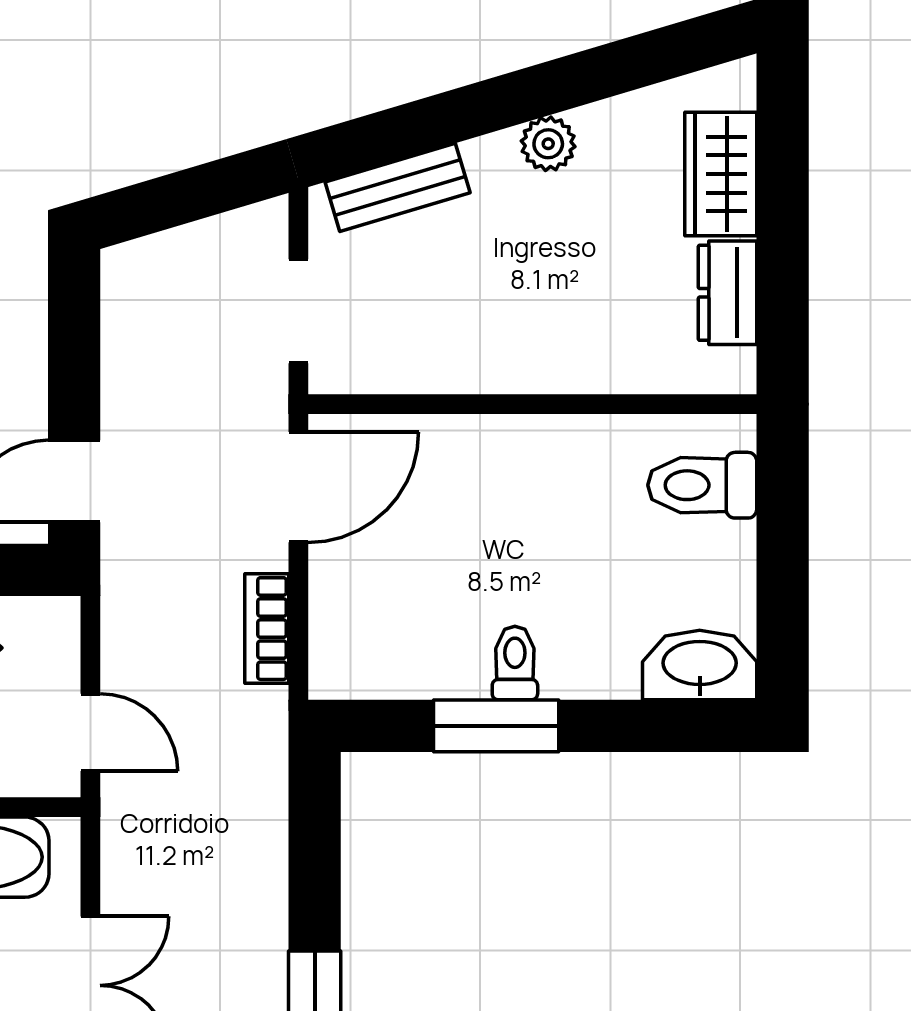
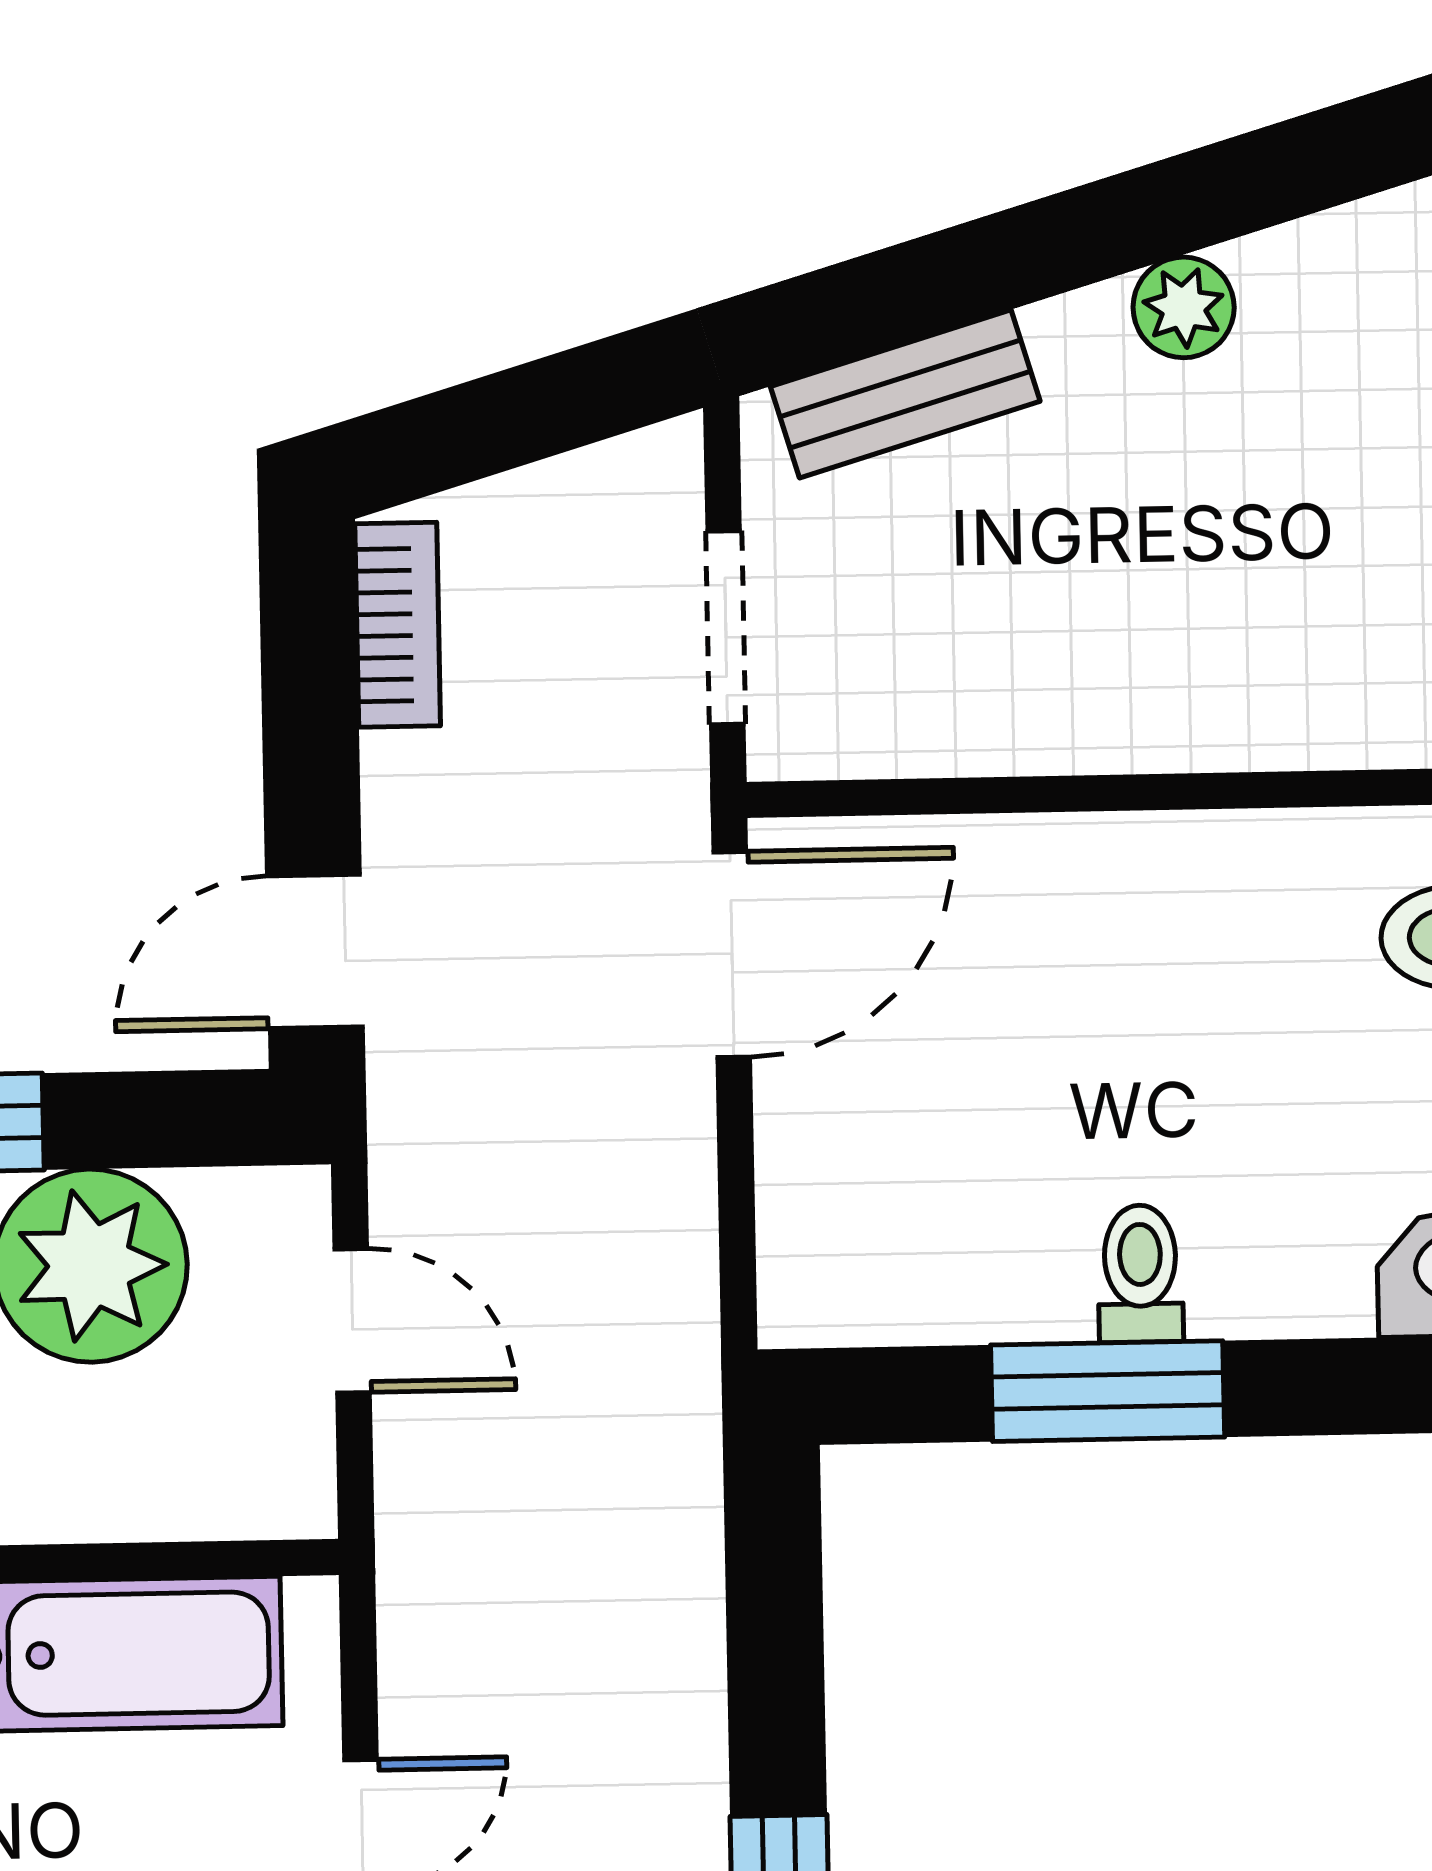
bookcase: (267, 629) -> (398, 625), moved, turned 180
door: (90, 732) -> (352, 1321), moved

